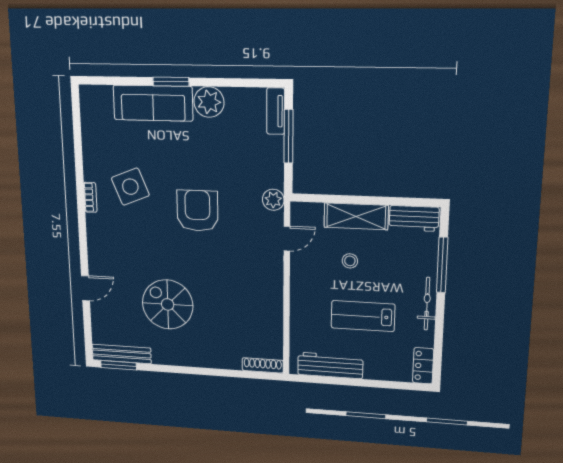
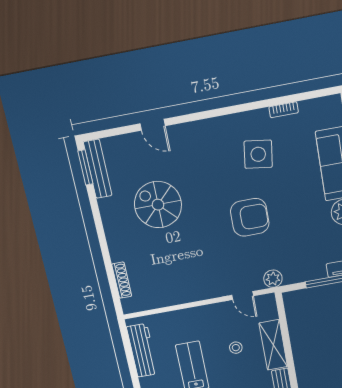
side table: (130, 187) -> (258, 154), turned 30
bookcase: (90, 197) -> (284, 110), moved
spiral stairs: (168, 304) -> (158, 205), turned -90
shoe rack: (263, 365) -> (122, 280), moved

